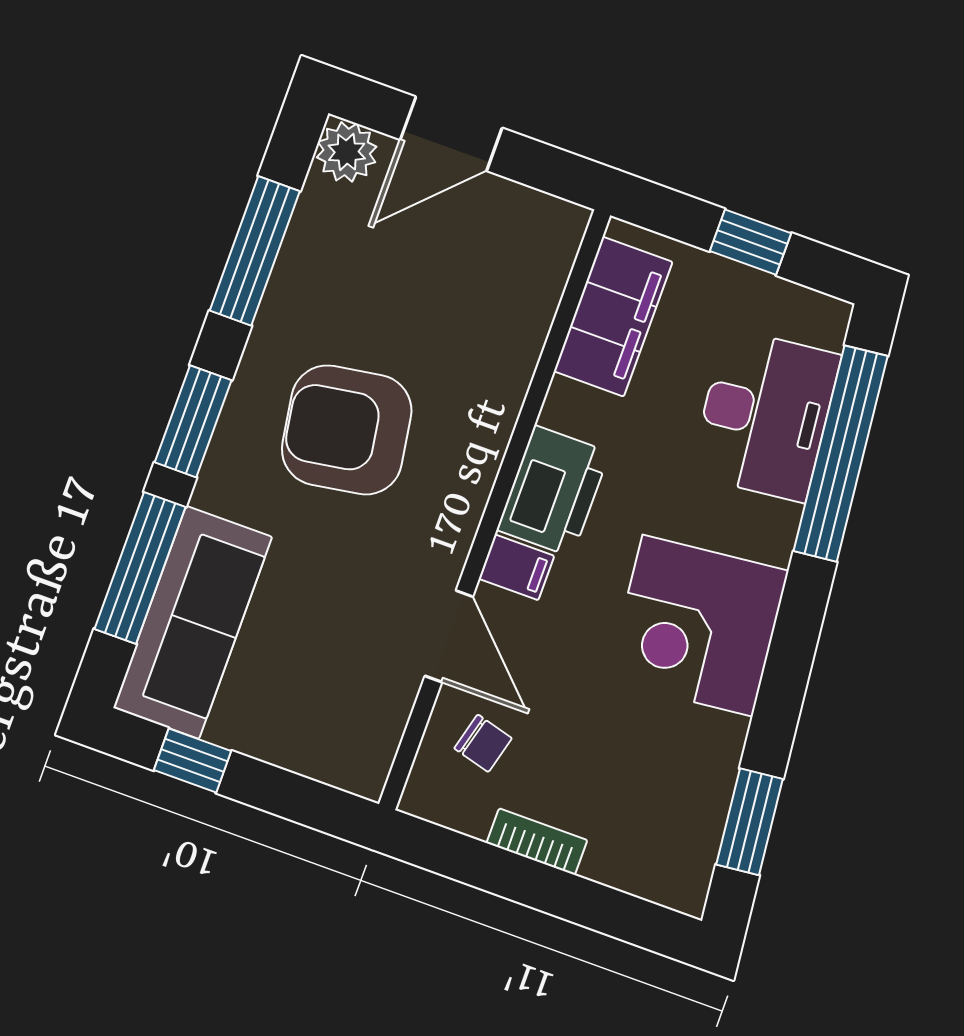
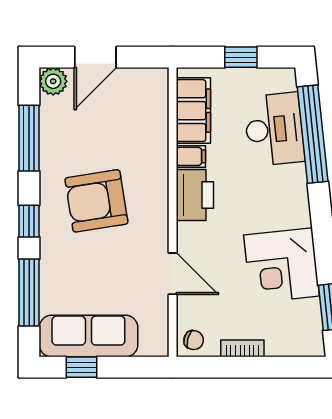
window: (193, 421) -> (29, 221), width x0.67
filing cabinet: (516, 567) -> (191, 156), moved
sofa: (193, 622) -> (88, 336), moved, turned -90
corner desk: (698, 626) -> (282, 266), moved
chair: (483, 743) -> (194, 340), moved

